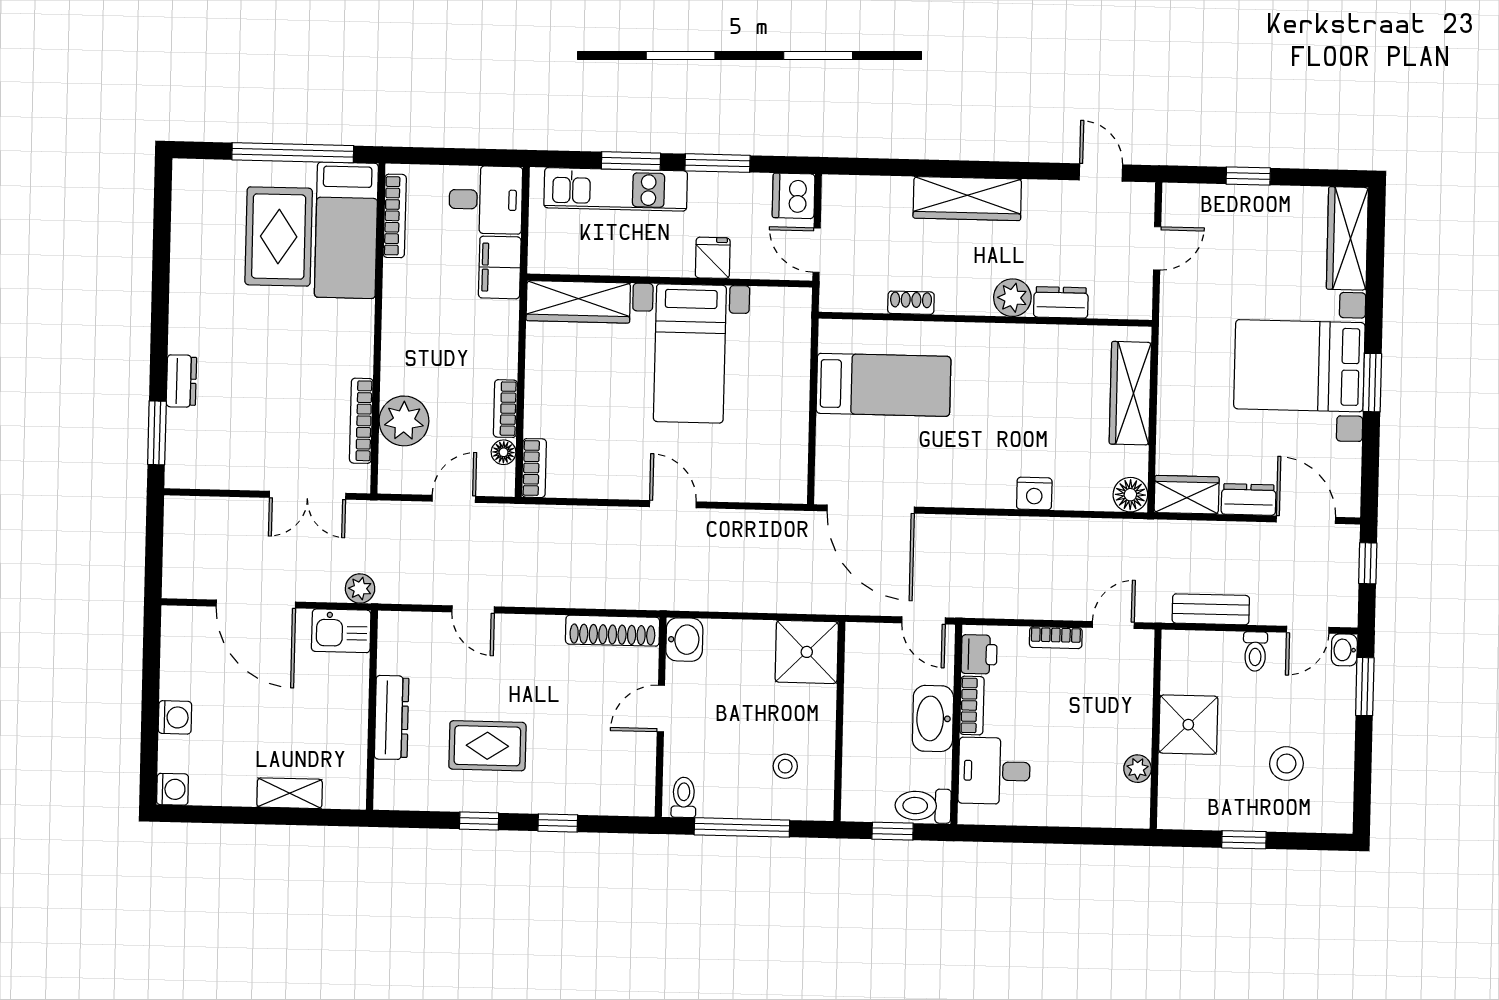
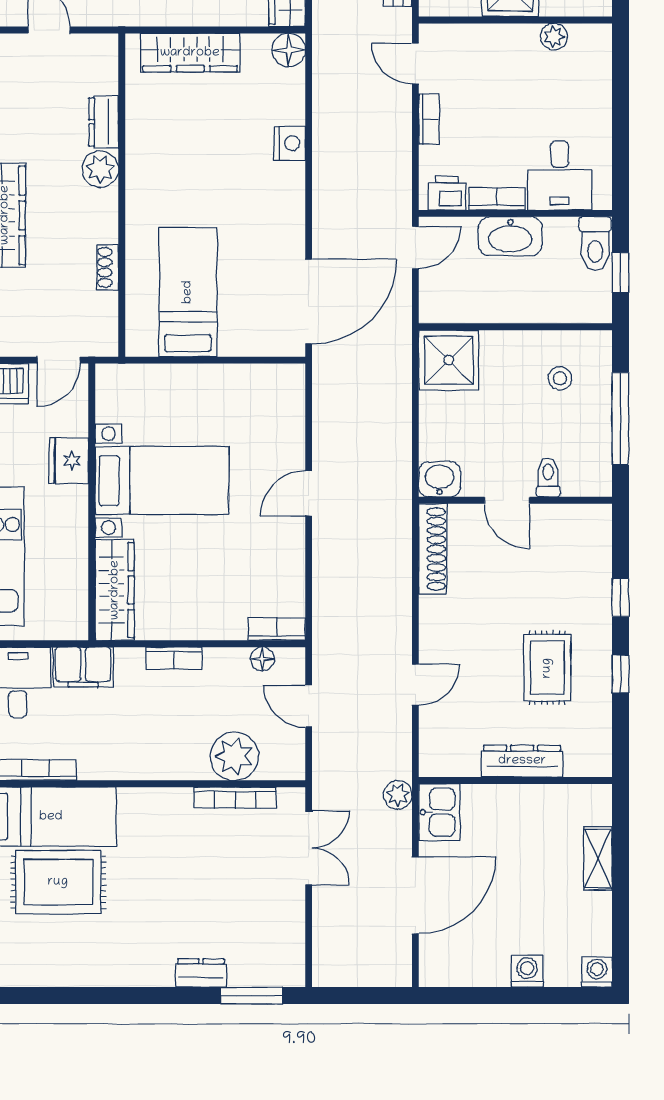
fridge: (713, 258) -> (69, 461), width x1.38
bookcase: (505, 409) -> (174, 658), moved
toilet: (684, 797) -> (548, 477), moved, turned 90

